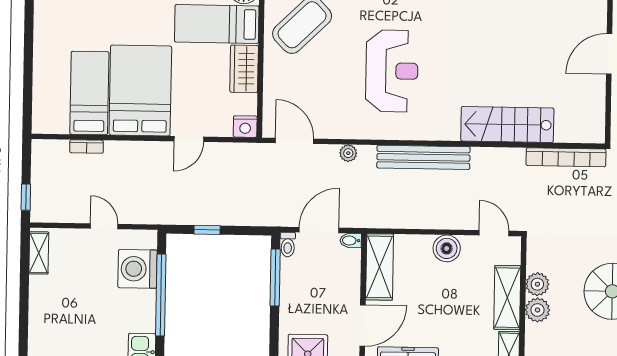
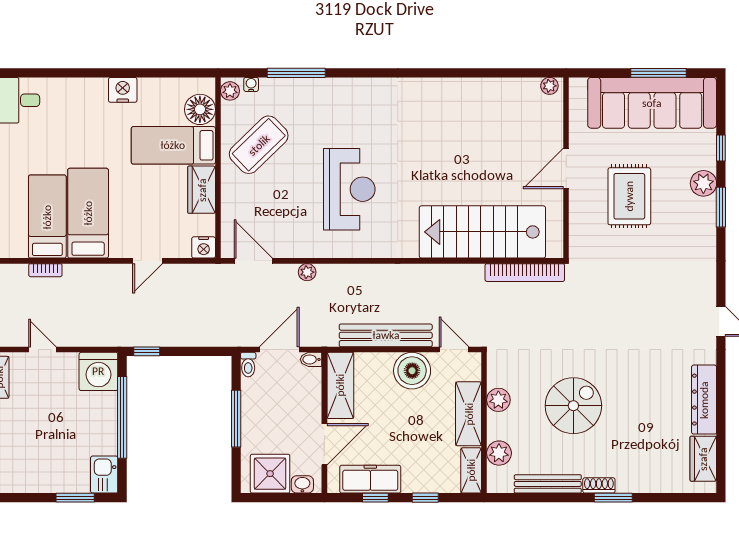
bed: (140, 90) -> (88, 213), width x0.67
stairs: (507, 125) -> (482, 232), width x1.36, depth x1.51
bench: (423, 157) -> (386, 335), moved
door: (104, 226) -> (42, 350), moved
window: (207, 230) -> (147, 351), moved
boiler: (447, 248) -> (412, 371), width x1.37, depth x1.37
washing machine: (138, 269) -> (98, 371), moved, turned -90
window: (275, 277) -> (236, 419), moved
plant: (537, 310) -> (499, 453), moved

